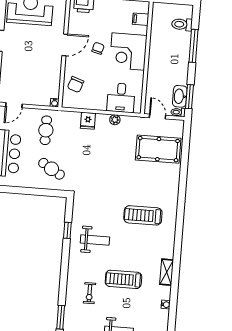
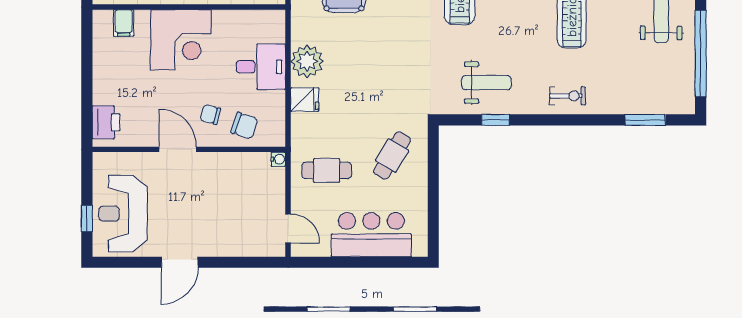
chair: (98, 48) -> (210, 114), moved
desk: (121, 98) -> (261, 67), moved
plant: (115, 120) -> (307, 61), width x1.87, depth x1.87
weight bench: (95, 240) -> (486, 83), moved, turned 90
exercise bike: (89, 293) -> (567, 96), moved

